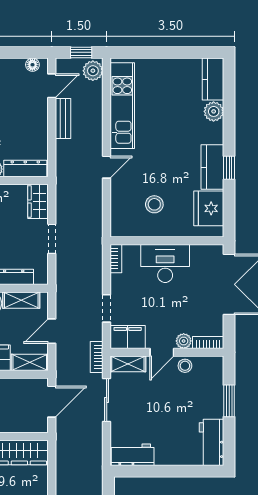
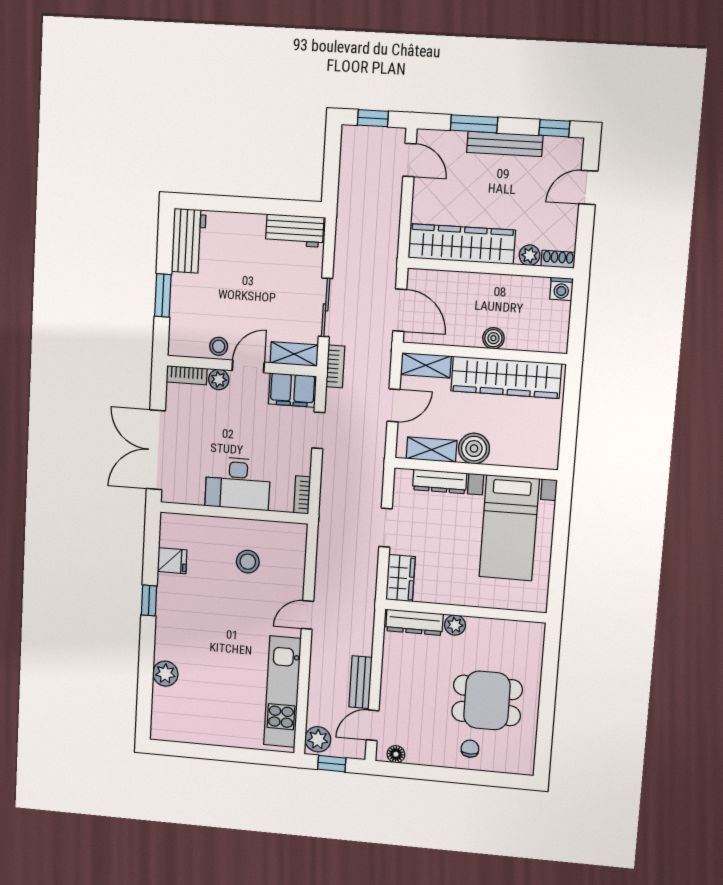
kitchen counter: (213, 79) -> (164, 714), removed
kitchen counter: (212, 167) -> (170, 603), removed
fridge: (209, 208) -> (172, 561), width x0.53, depth x0.75
door: (52, 402) -> (400, 310), swing flipped

